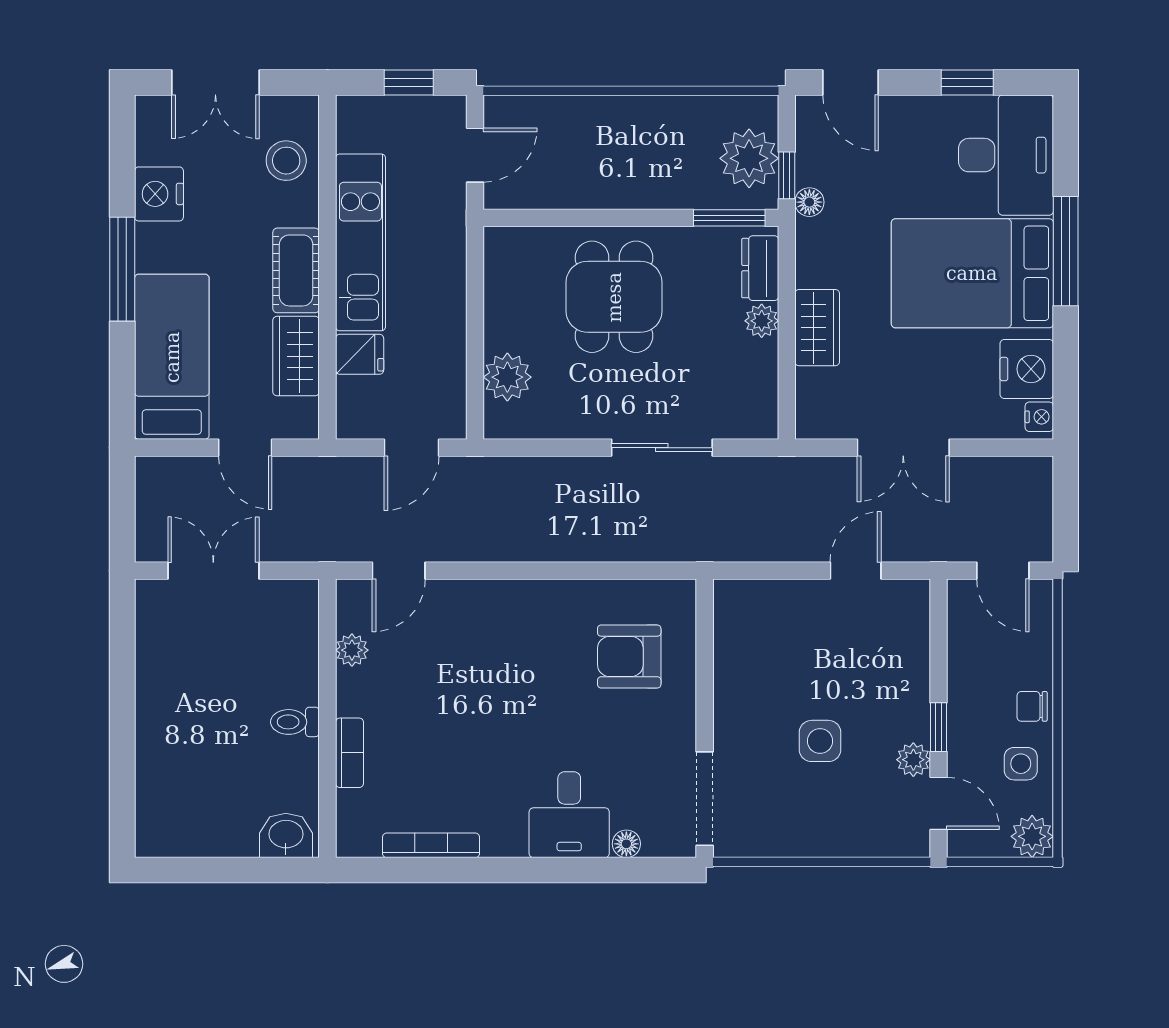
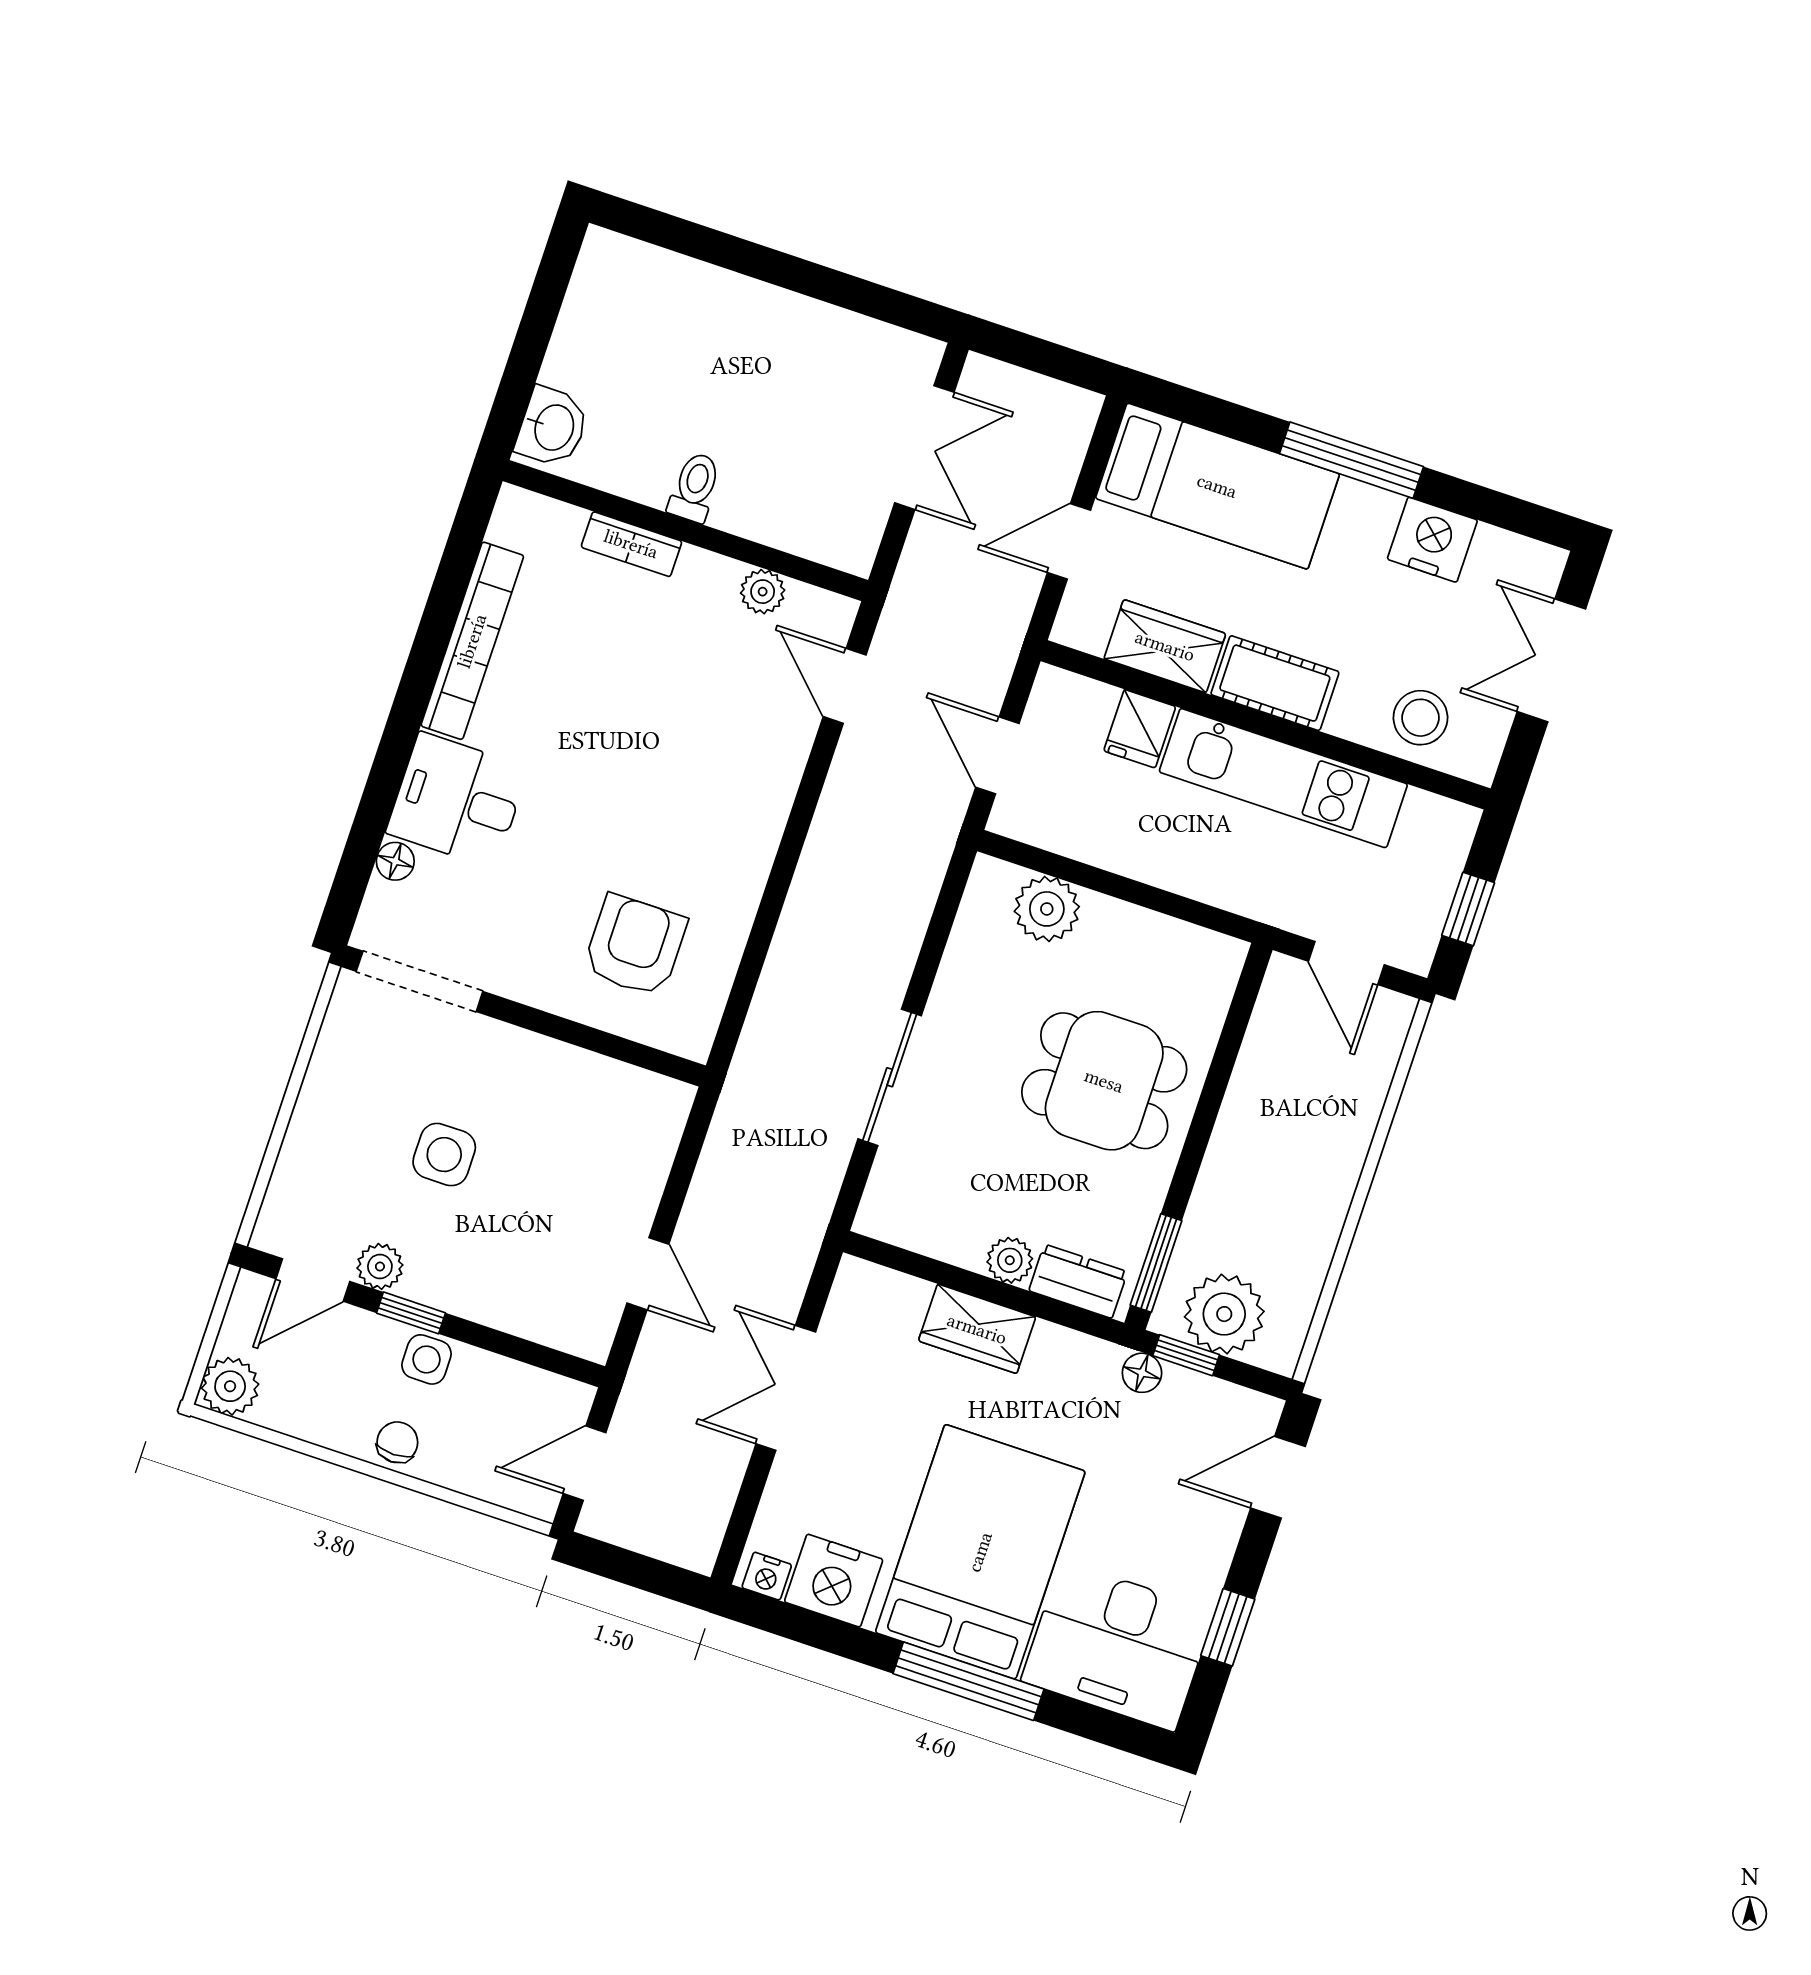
side table: (1021, 764) -> (427, 1359), moved
bookcase: (431, 845) -> (472, 641), width x1.48, depth x1.31

